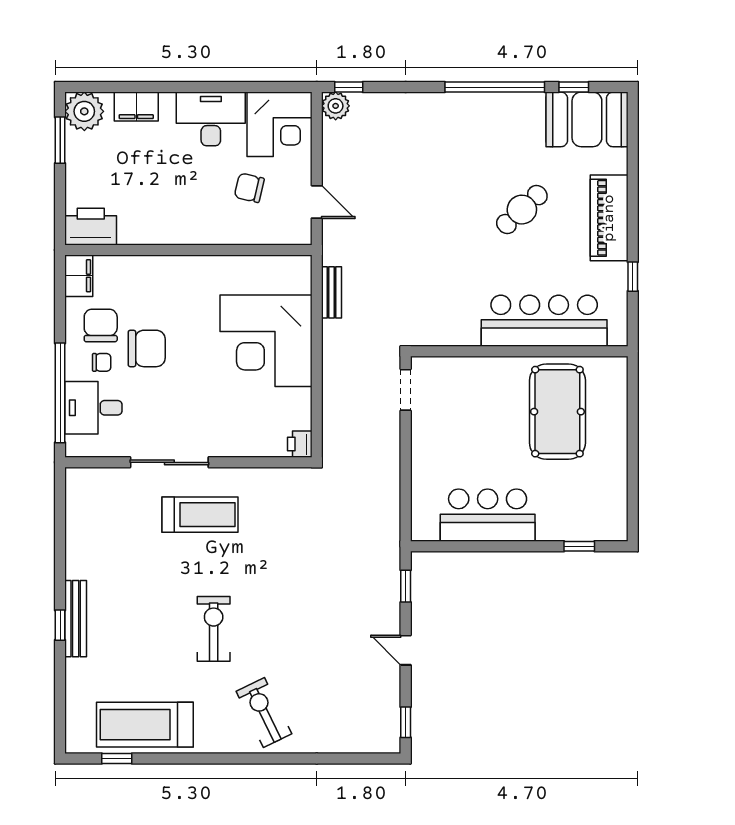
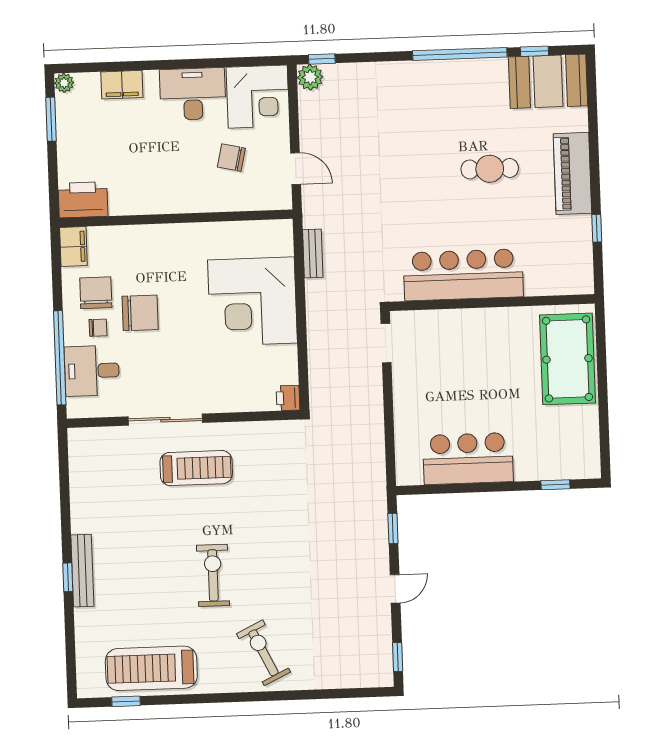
plant: (84, 111) -> (64, 83), width x0.53, depth x0.53
cafe table: (522, 210) -> (490, 169), turned 43
bar counter: (544, 321) -> (463, 275), moved
pool table: (557, 412) -> (567, 359), moved
door: (406, 650) -> (395, 589), swing flipped

